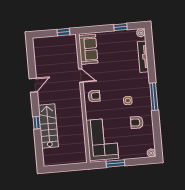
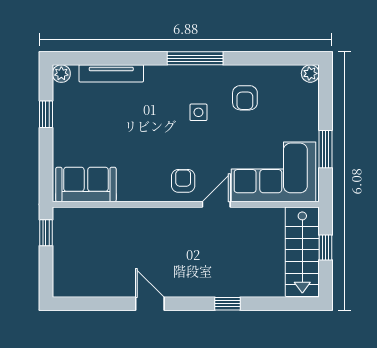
door: (81, 76) -> (216, 204), moved
stairs: (48, 126) -> (302, 252), moved, turned -90
window: (68, 168) -> (326, 247), added

